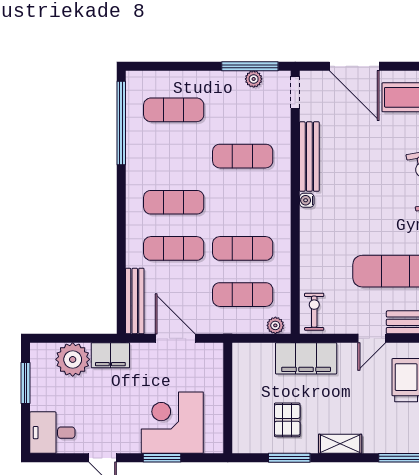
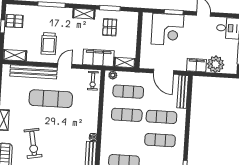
shelving: (253, 352) -> (125, 62), added

